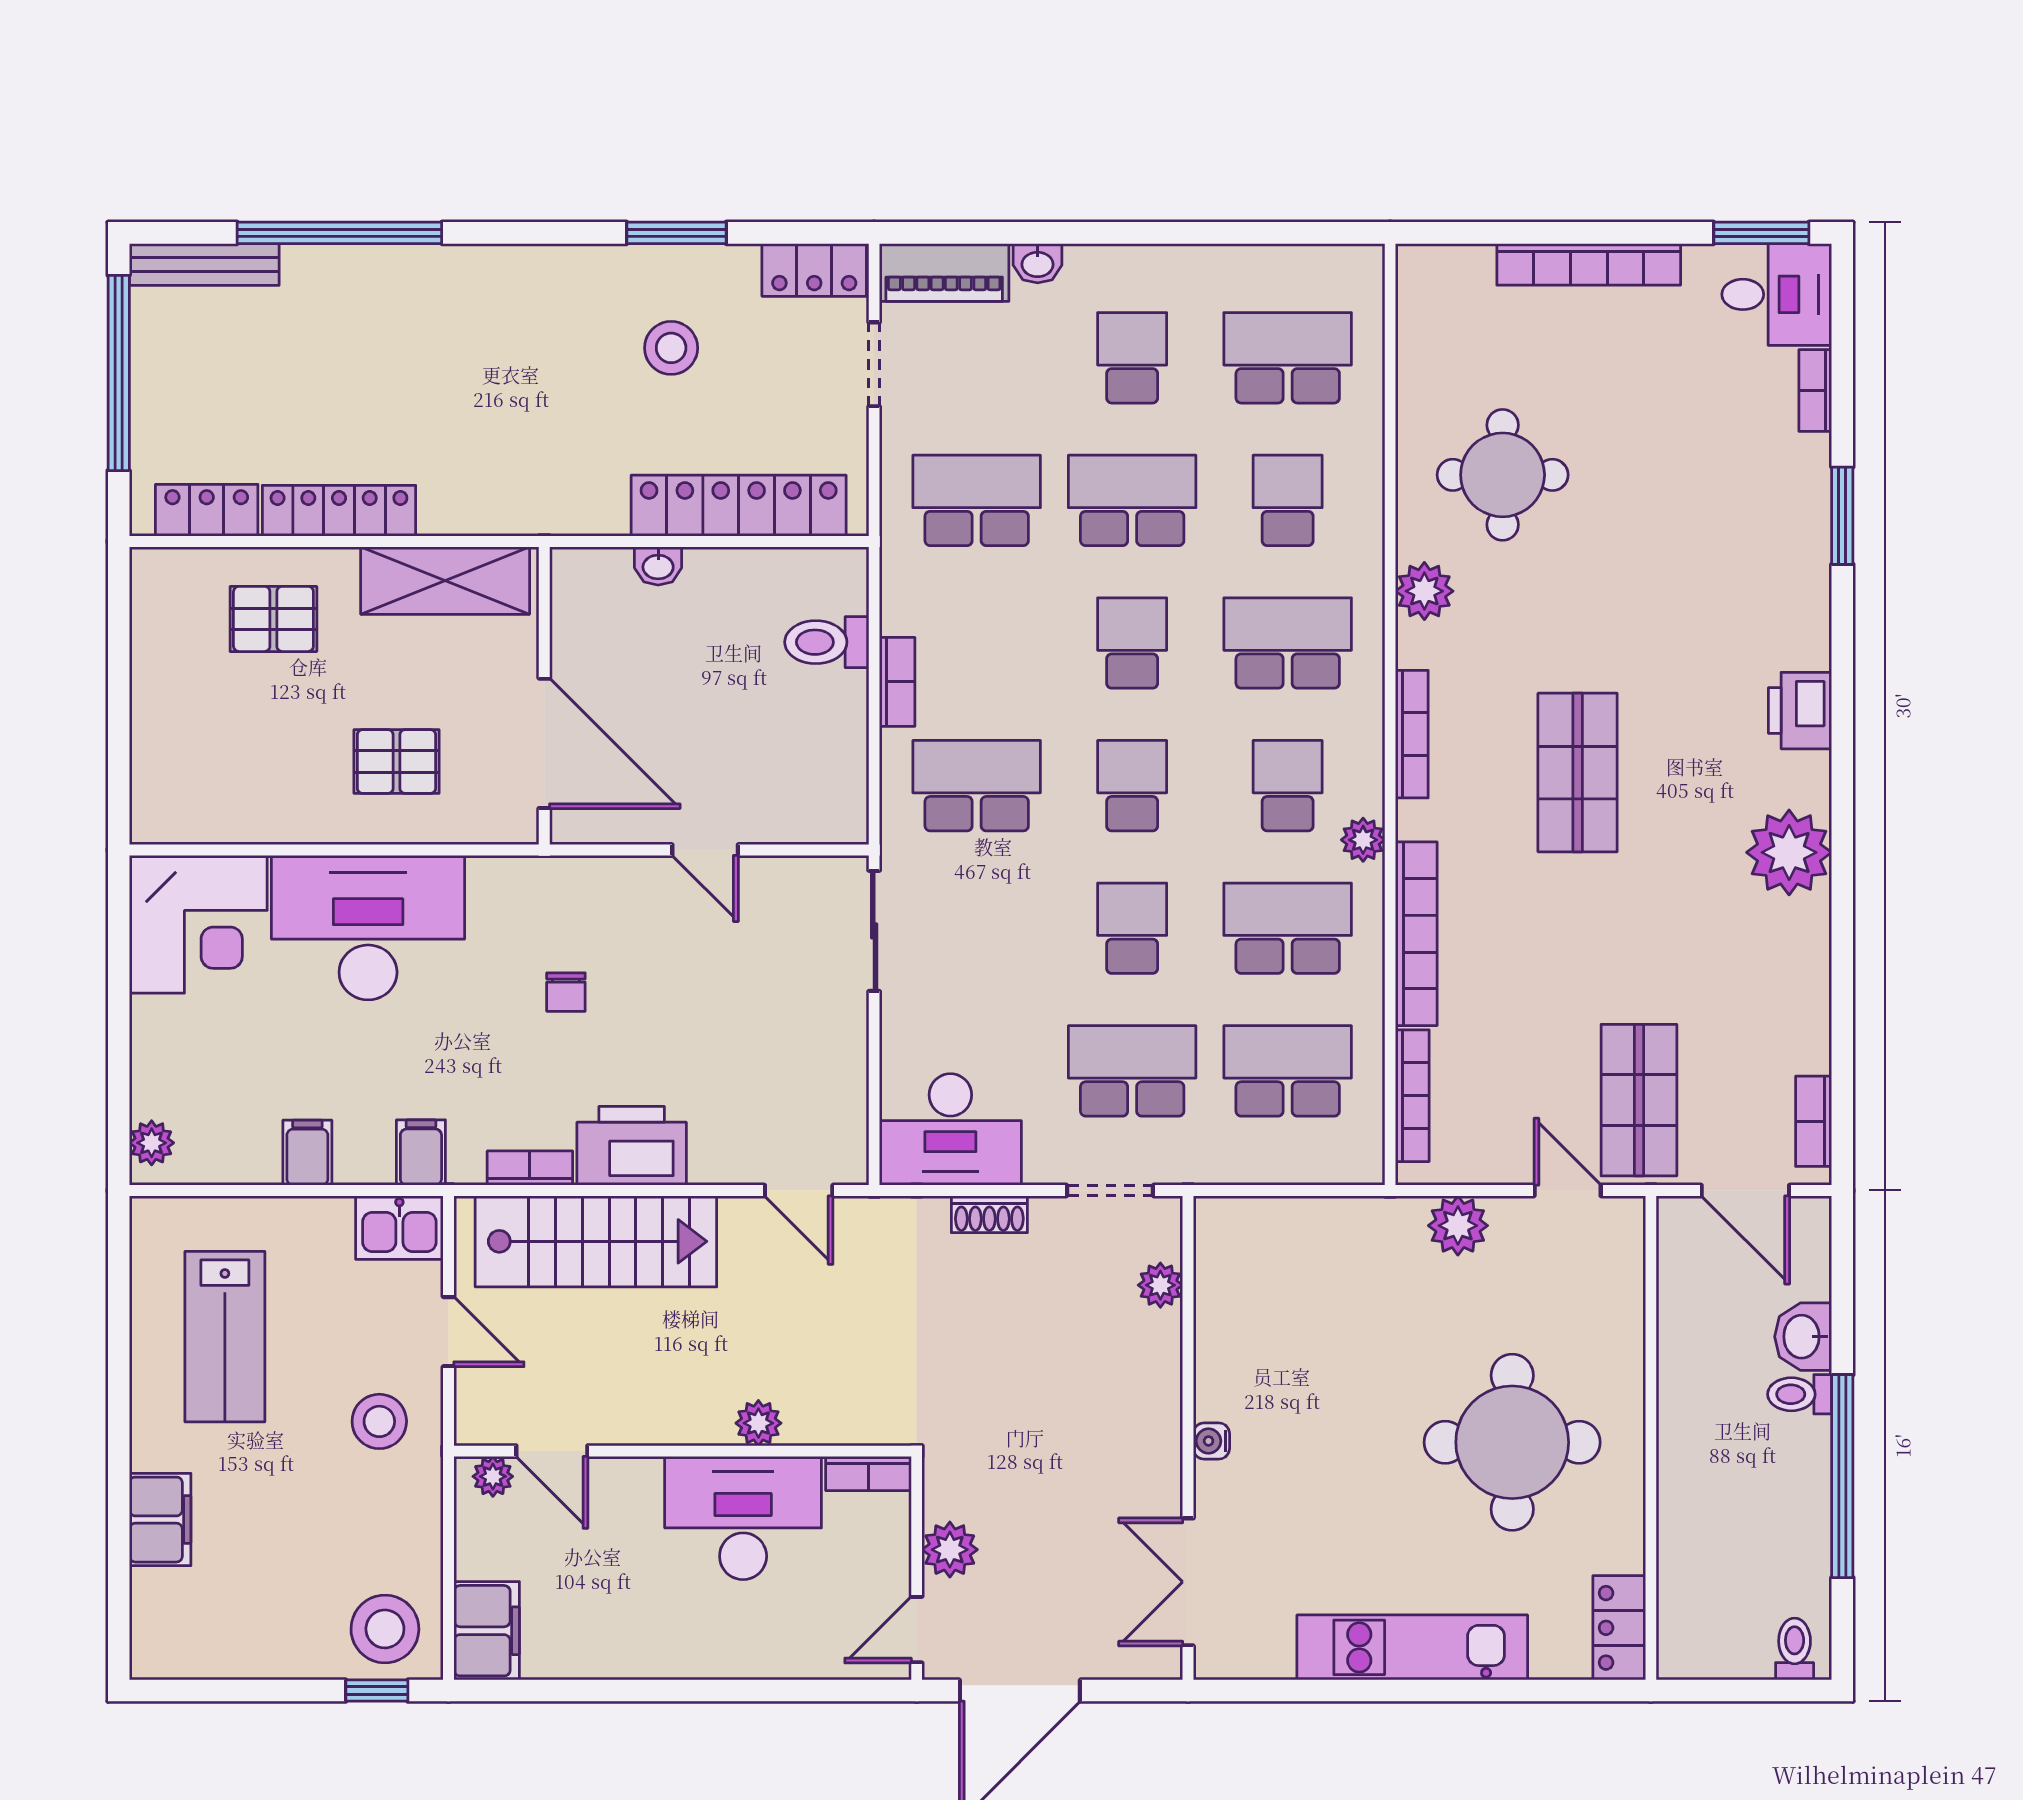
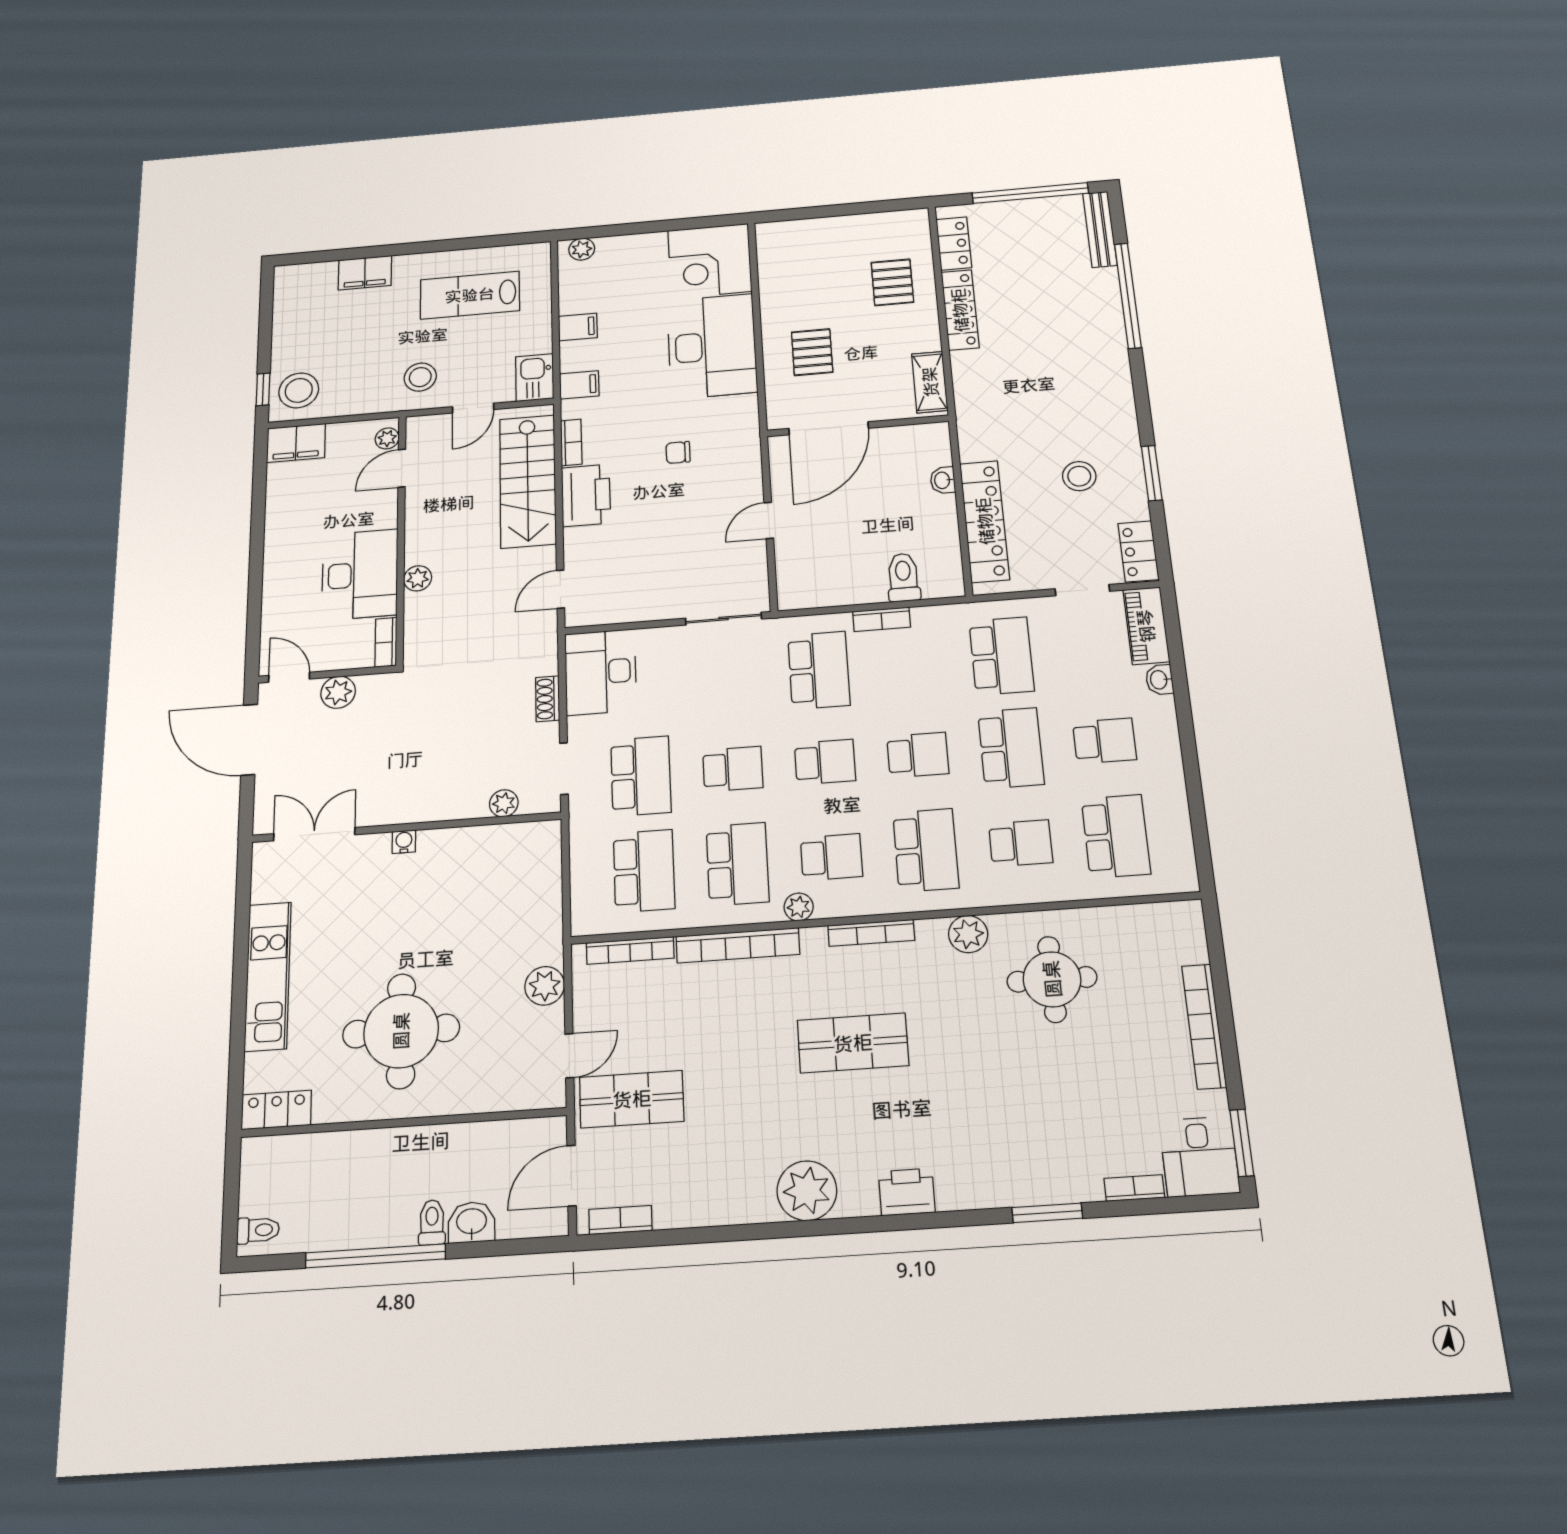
shelving: (445, 581) -> (930, 382), width x0.67, depth x0.75

